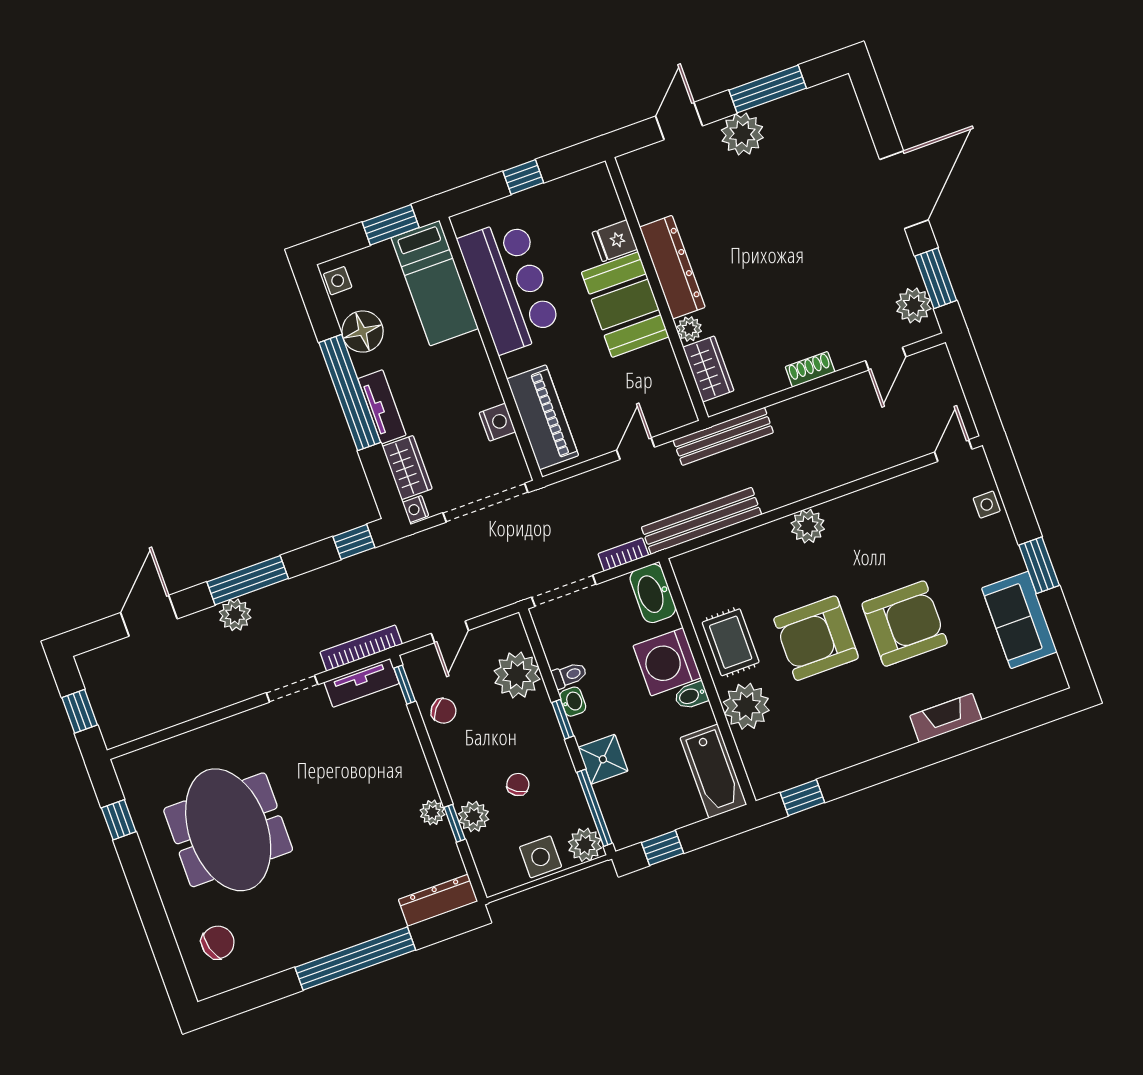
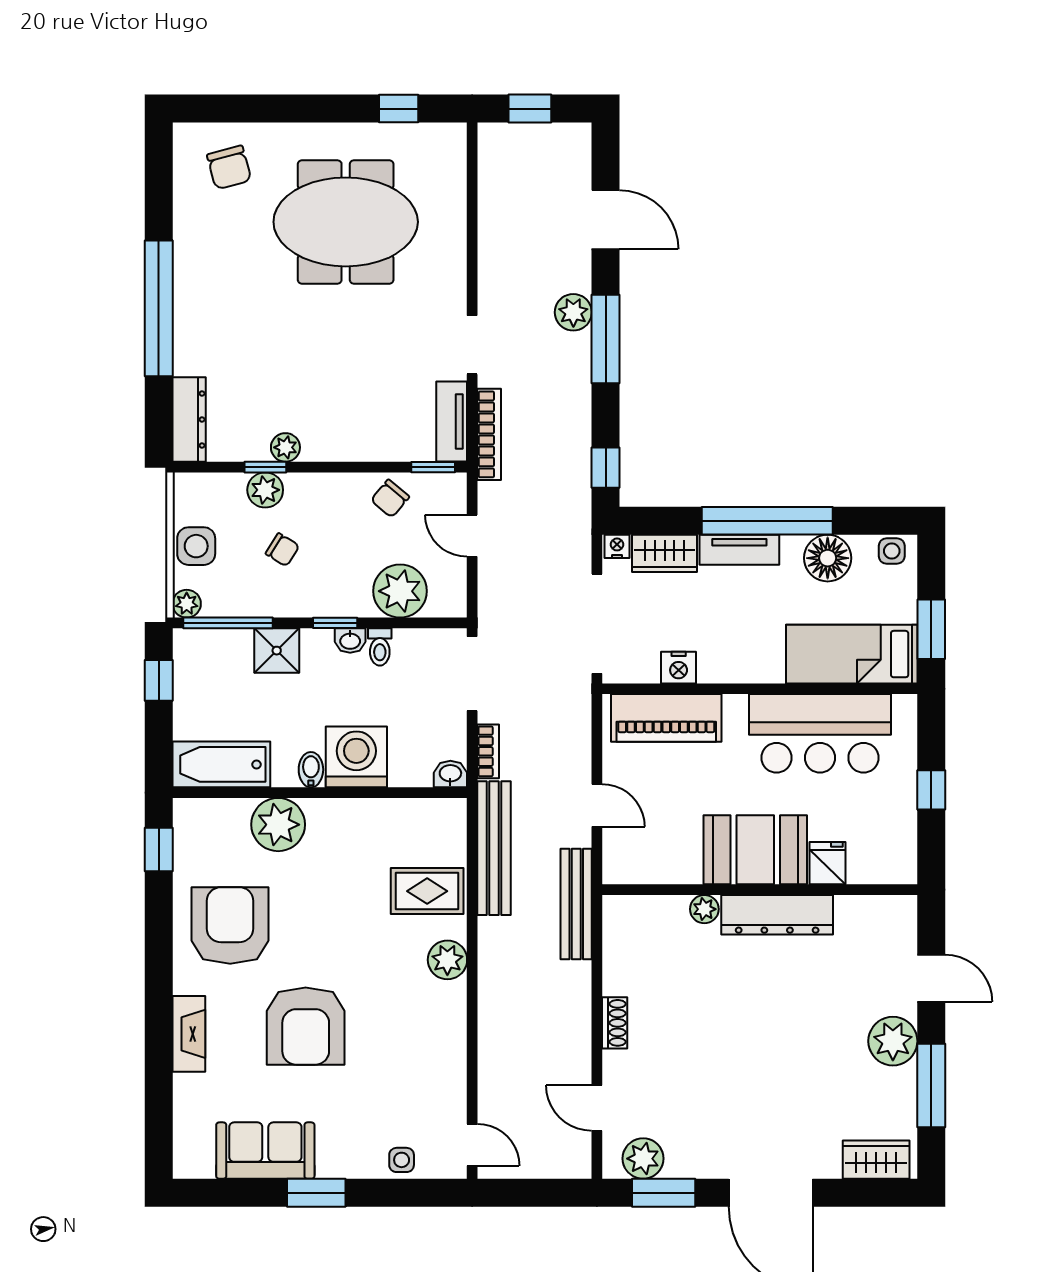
wardrobe: (708, 369) -> (876, 1160), moved, turned 180
washbasin: (653, 593) -> (450, 774), width x0.52, depth x0.69
armchair: (816, 638) -> (230, 925), moved
rug: (731, 642) -> (427, 891), moved
plant: (585, 845) -> (187, 604), width x0.73, depth x0.73

